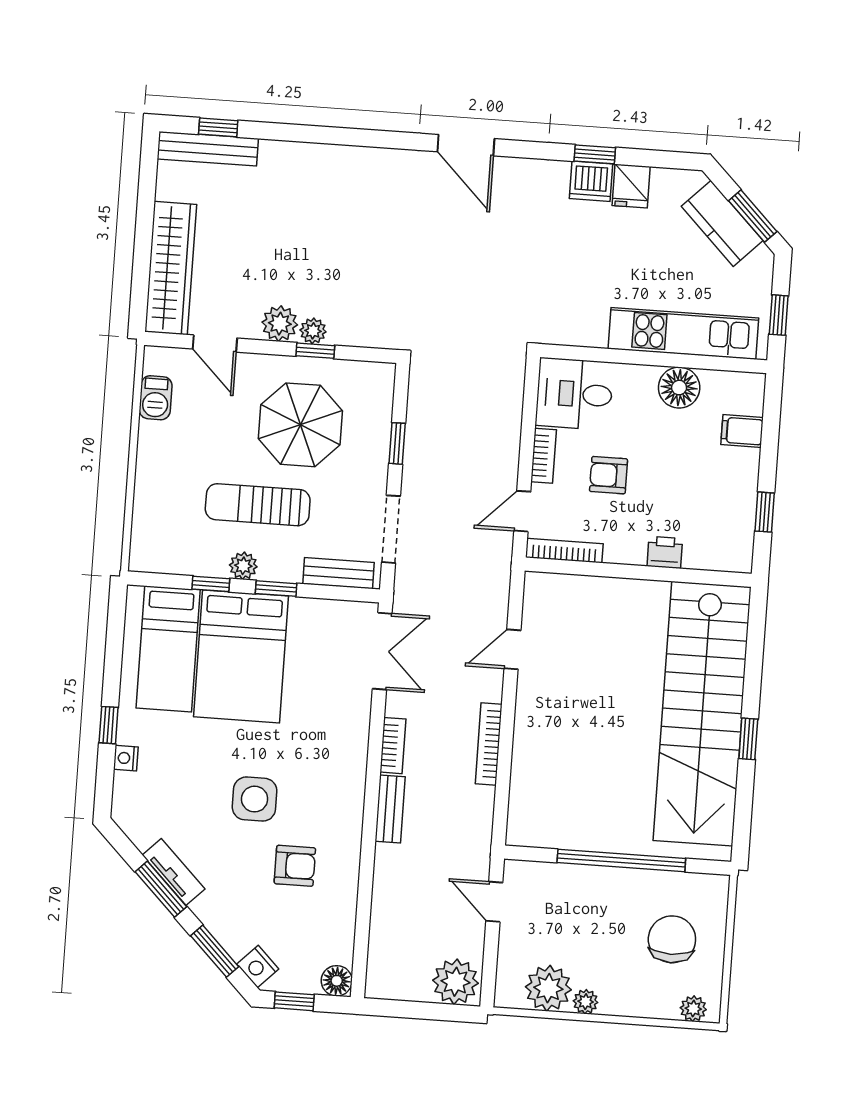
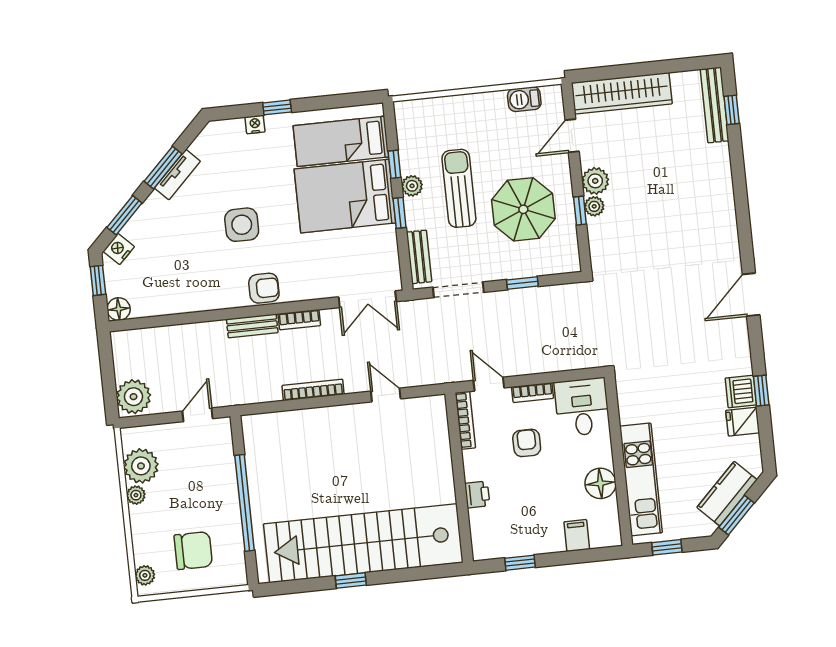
armchair: (295, 866) -> (264, 288), moved, turned -90

